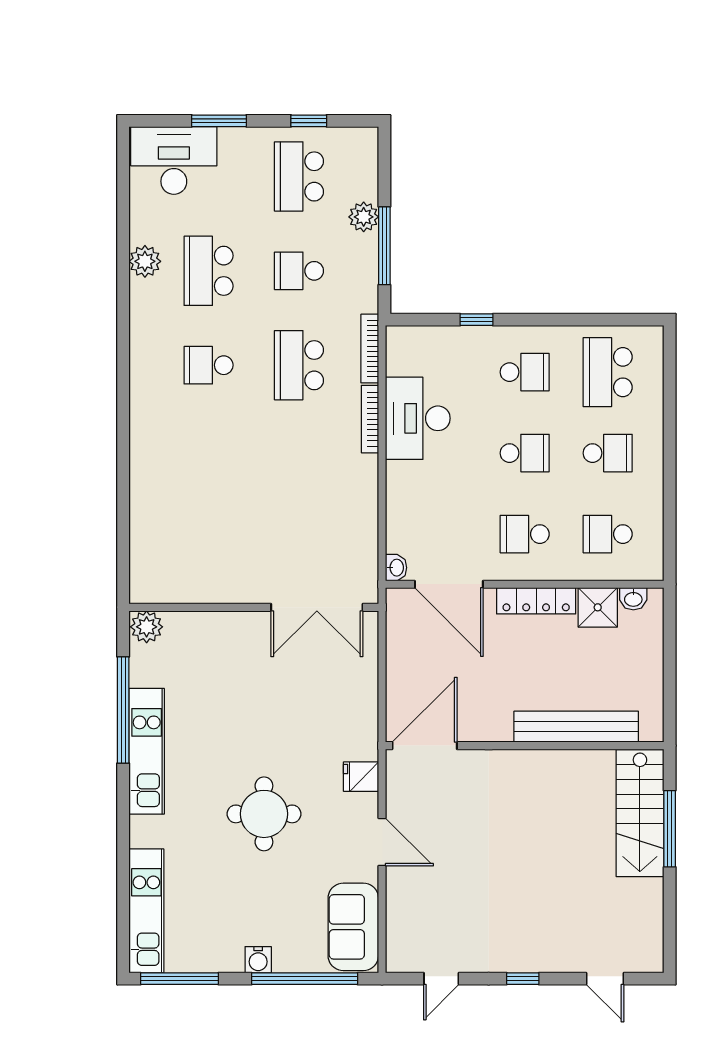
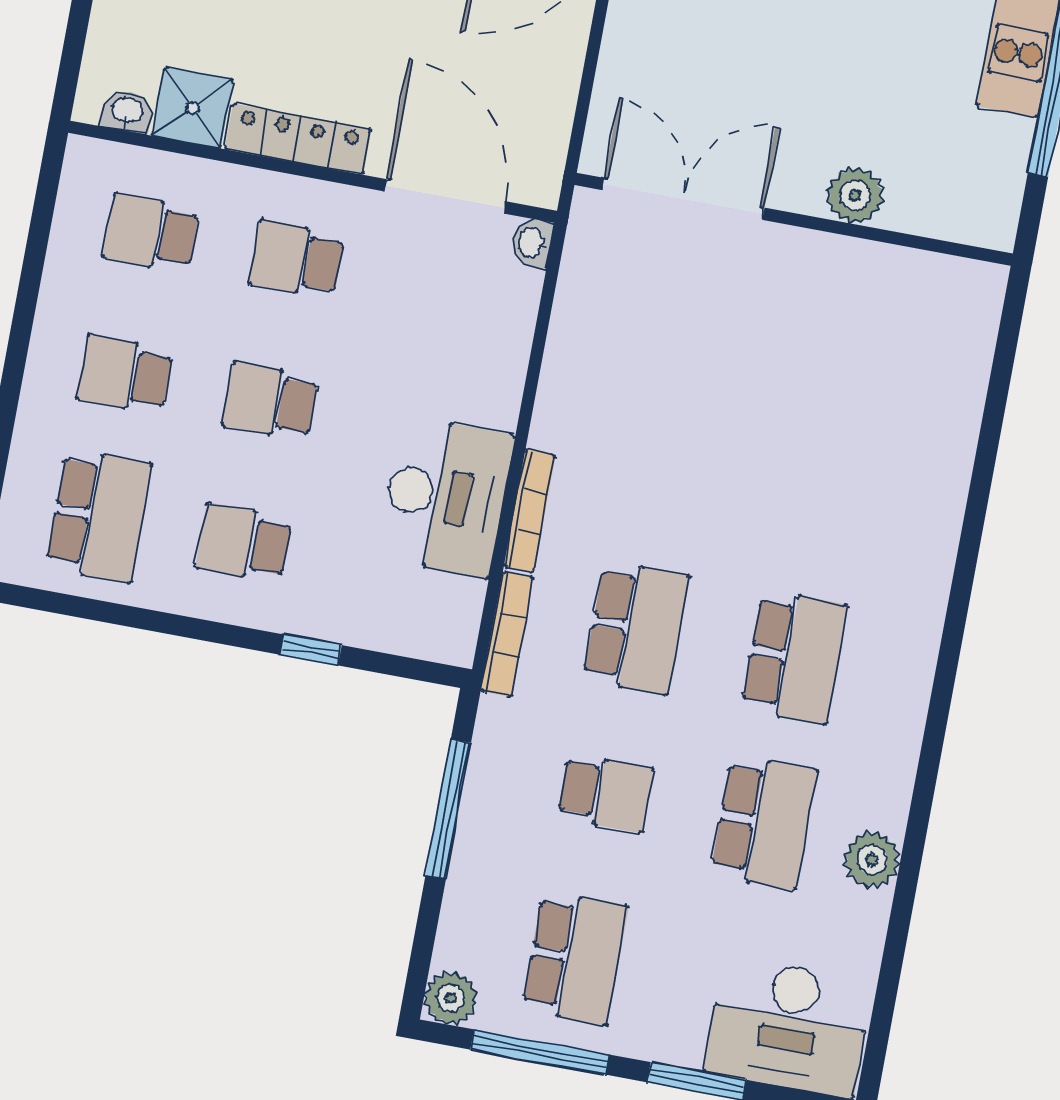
window: (309, 121) -> (540, 1052), width x2.17
plant: (364, 217) -> (451, 998), moved
school desk: (209, 365) -> (794, 657), width x1.85
school desk: (525, 534) -> (296, 260), turned 180
school desk: (608, 534) -> (151, 233), turned 180
plant: (147, 627) -> (855, 195), moved

